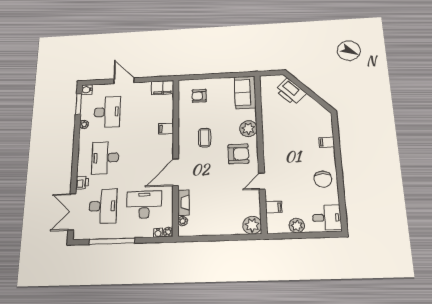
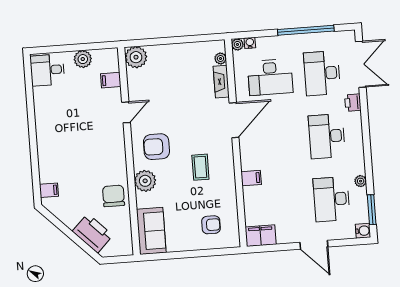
filing cabinet: (327, 142) -> (49, 190), moved
desk: (105, 158) -> (327, 136), turned 180
chair: (323, 179) -> (114, 196), moved

